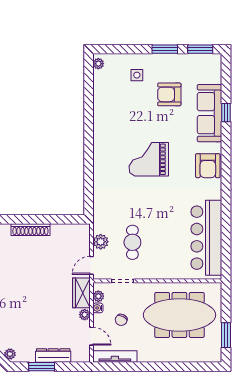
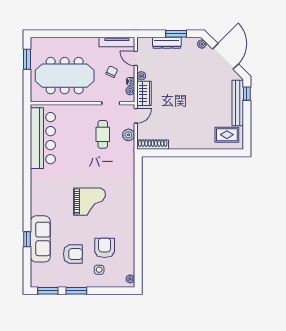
armchair: (208, 166) -> (105, 248), moved
shoe rack: (30, 230) -> (153, 145), moved

